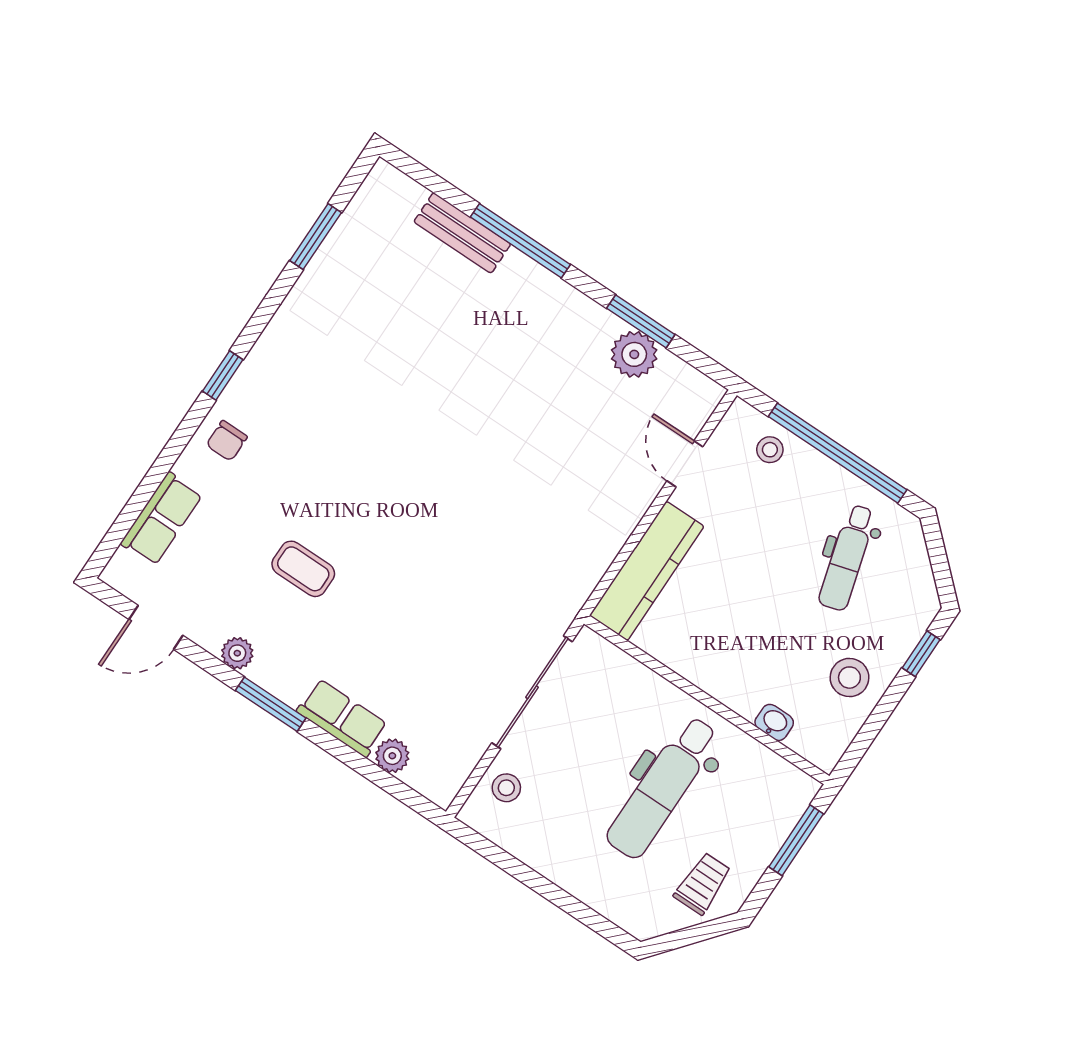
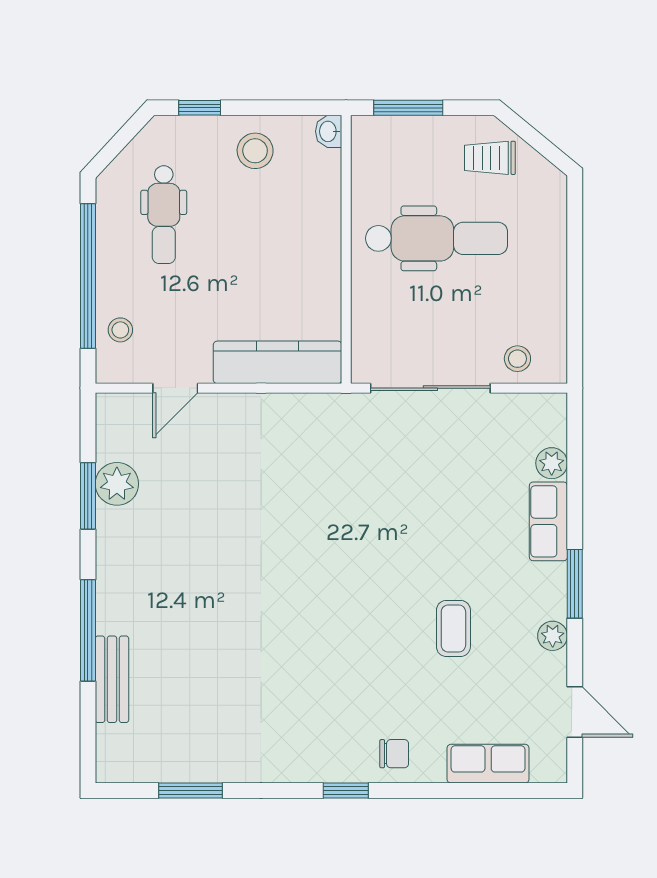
dental chair: (847, 558) -> (164, 215), turned 106
washbasin: (774, 722) -> (329, 131), moved

